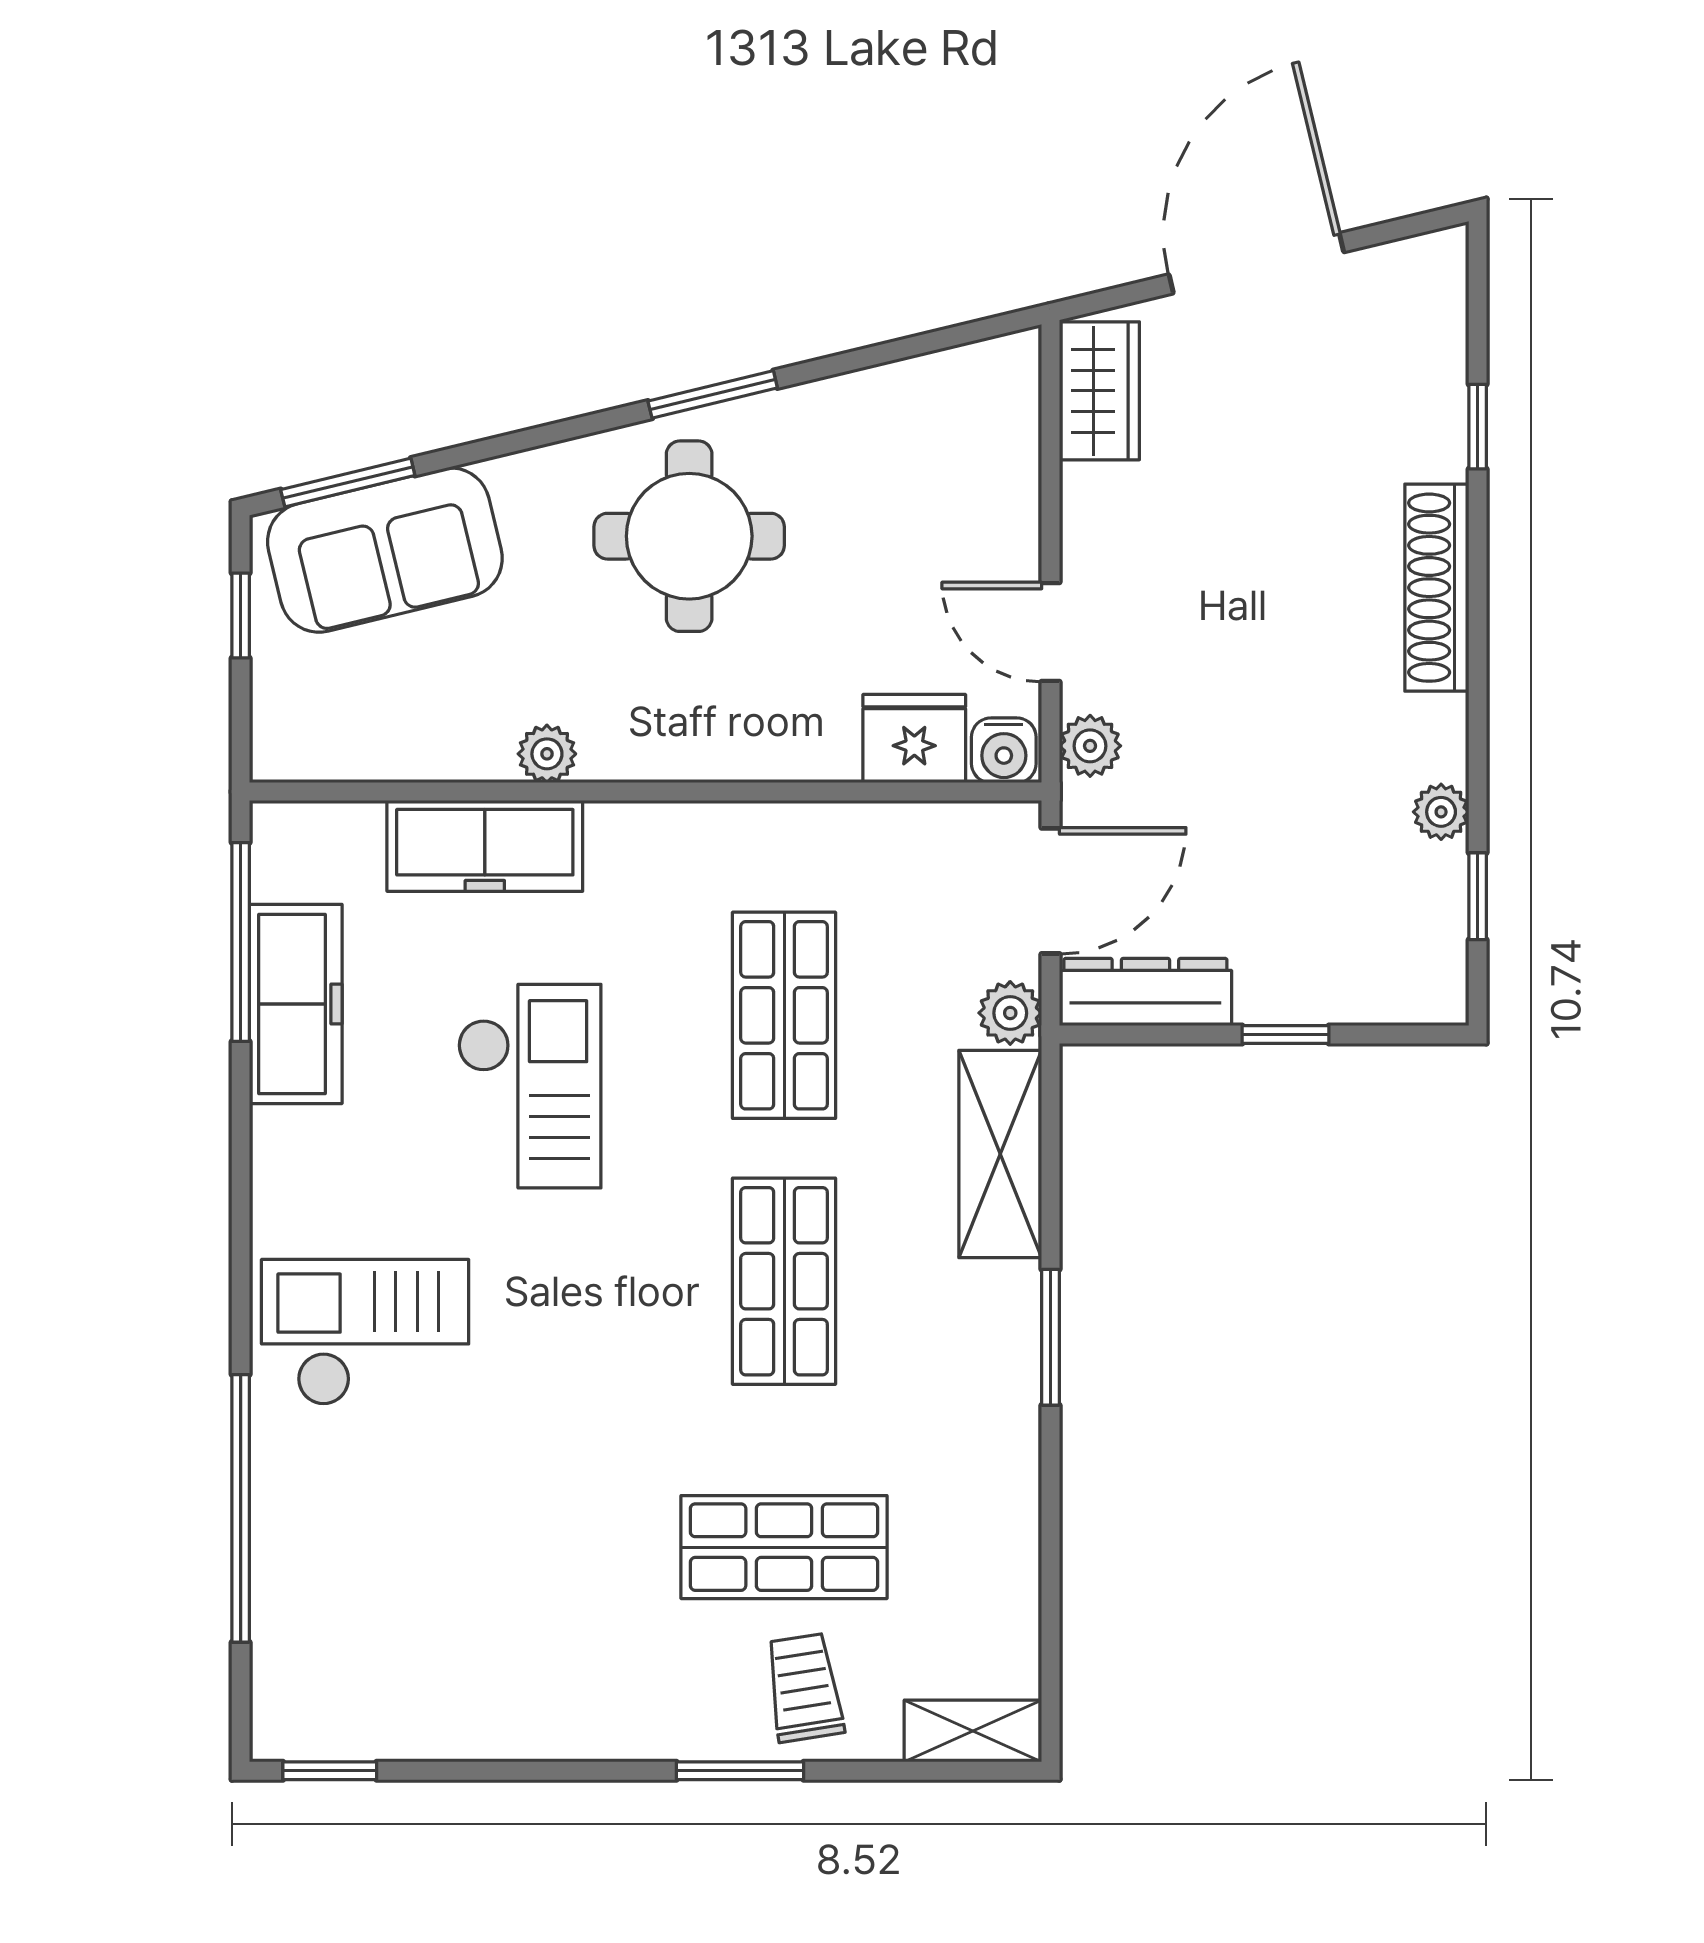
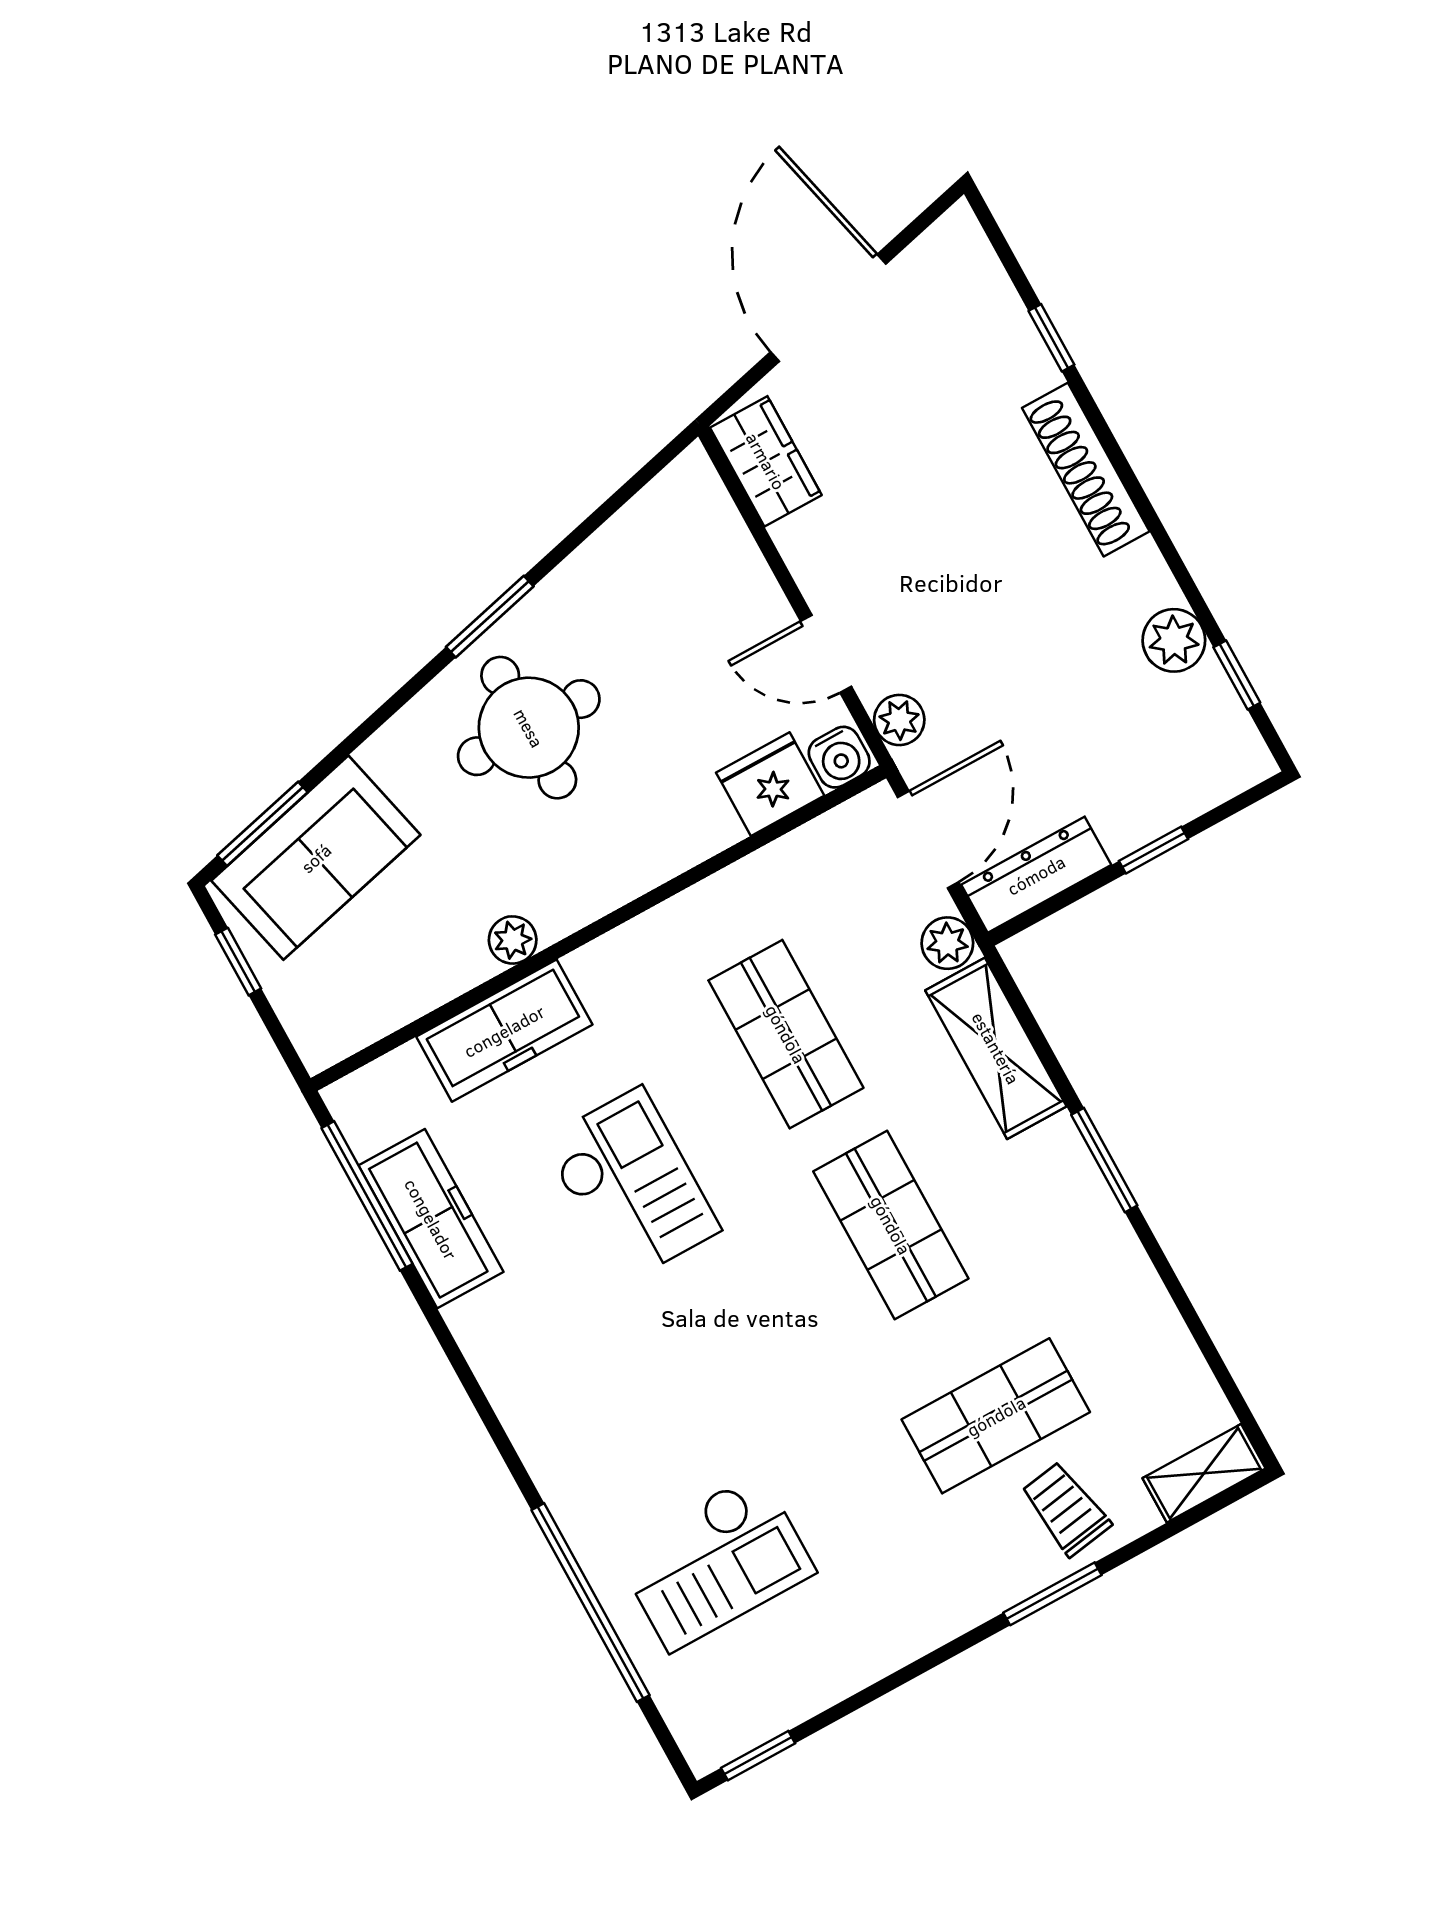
plant: (1441, 812) -> (1174, 640), width x1.38, depth x1.38
checkout: (365, 1332) -> (715, 1561), moved, turned 180

